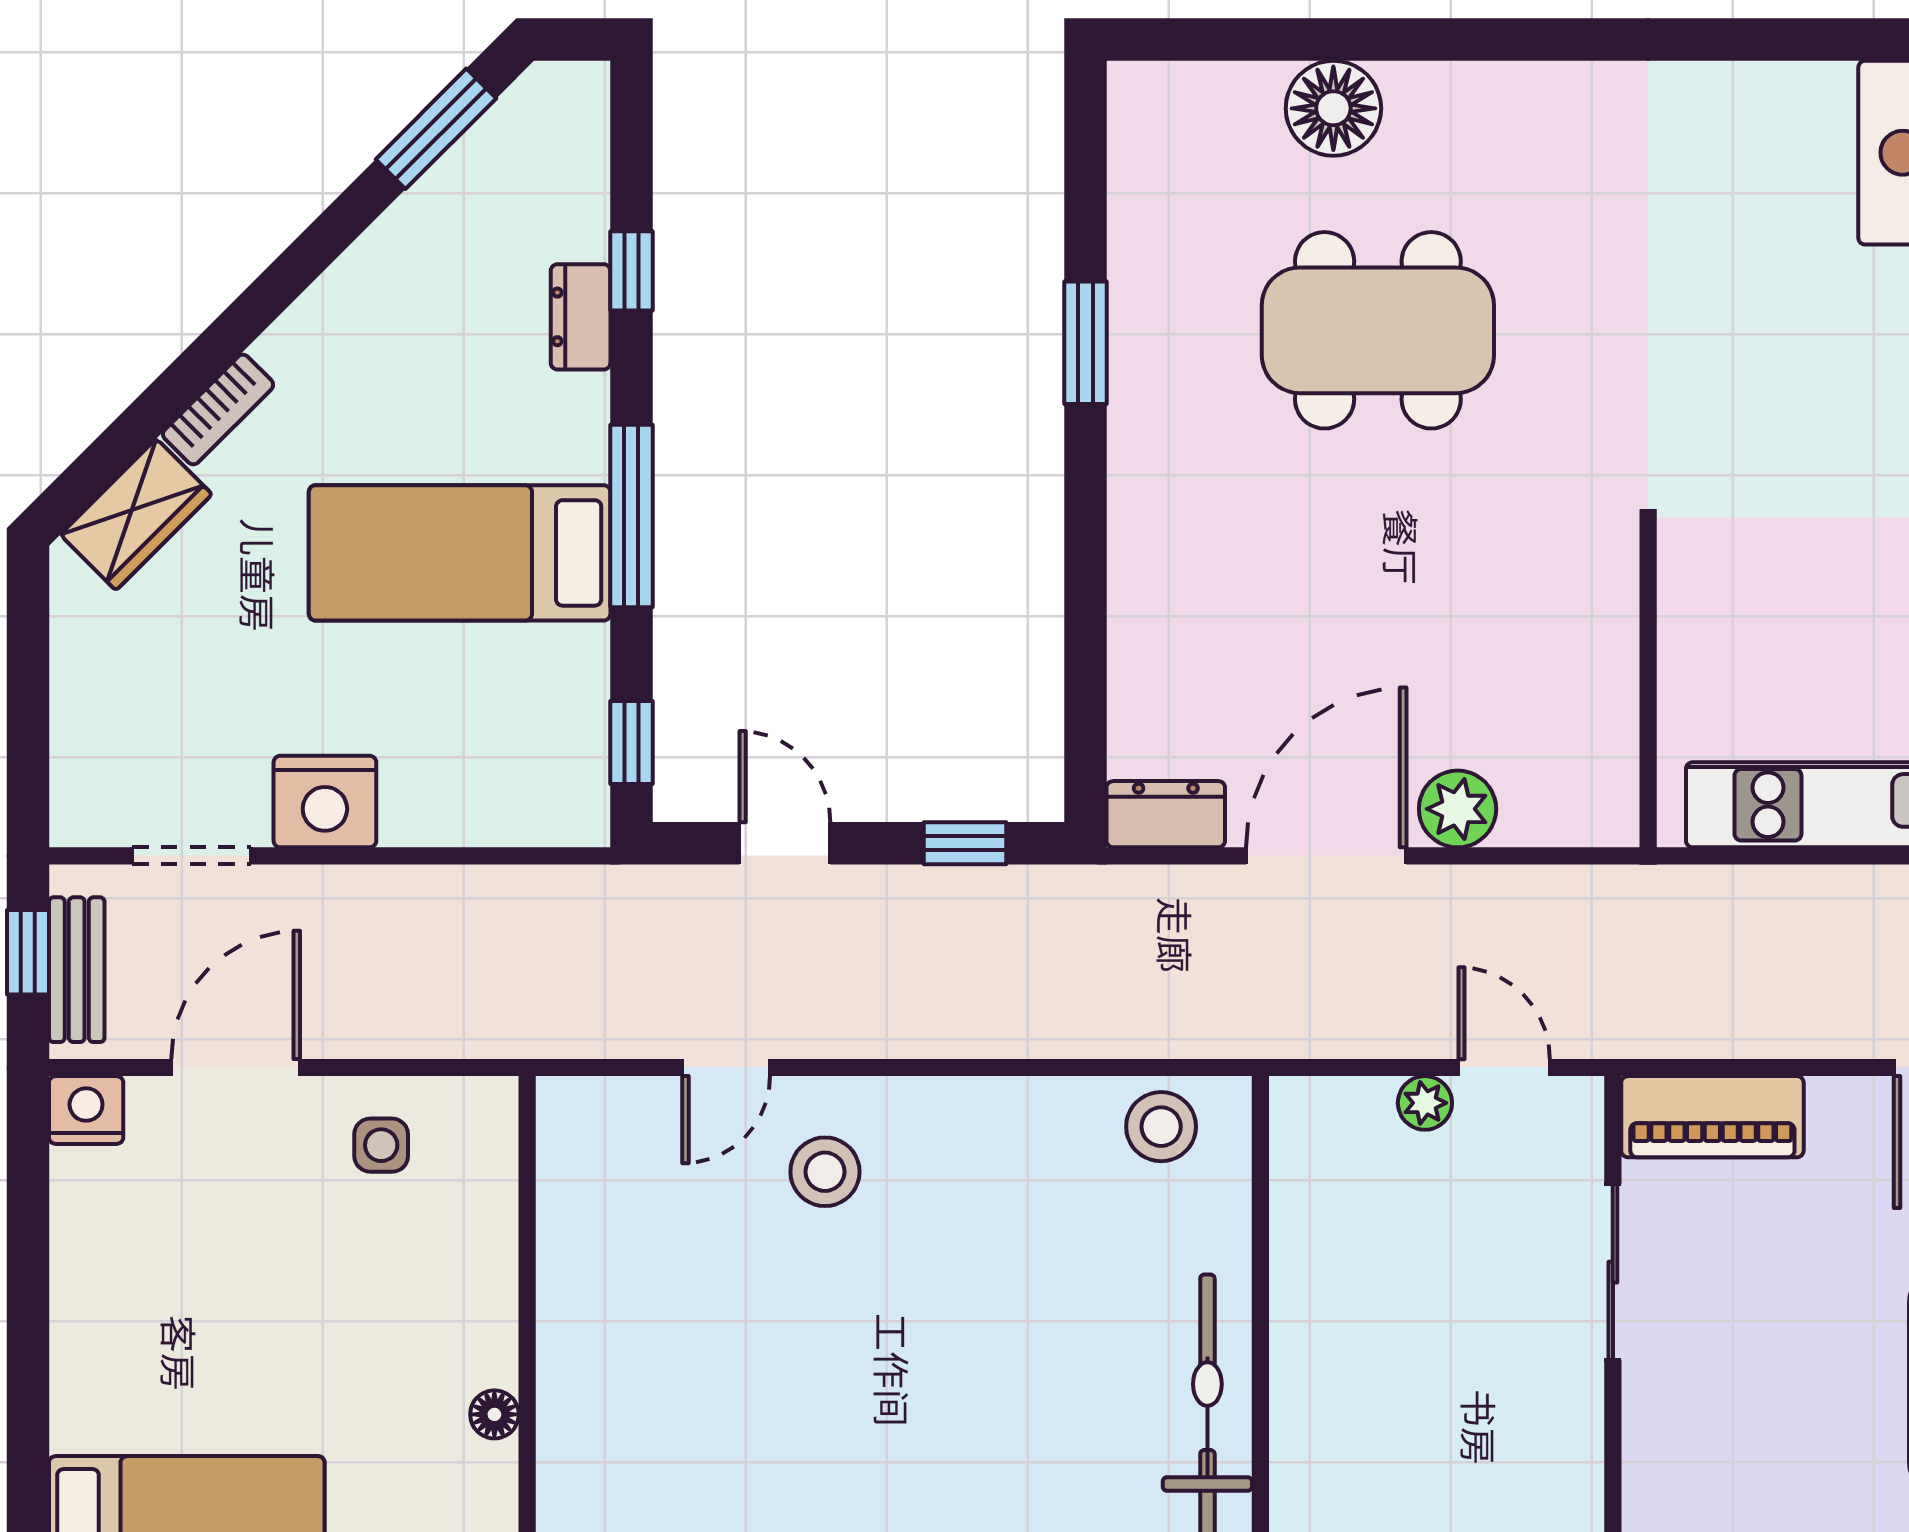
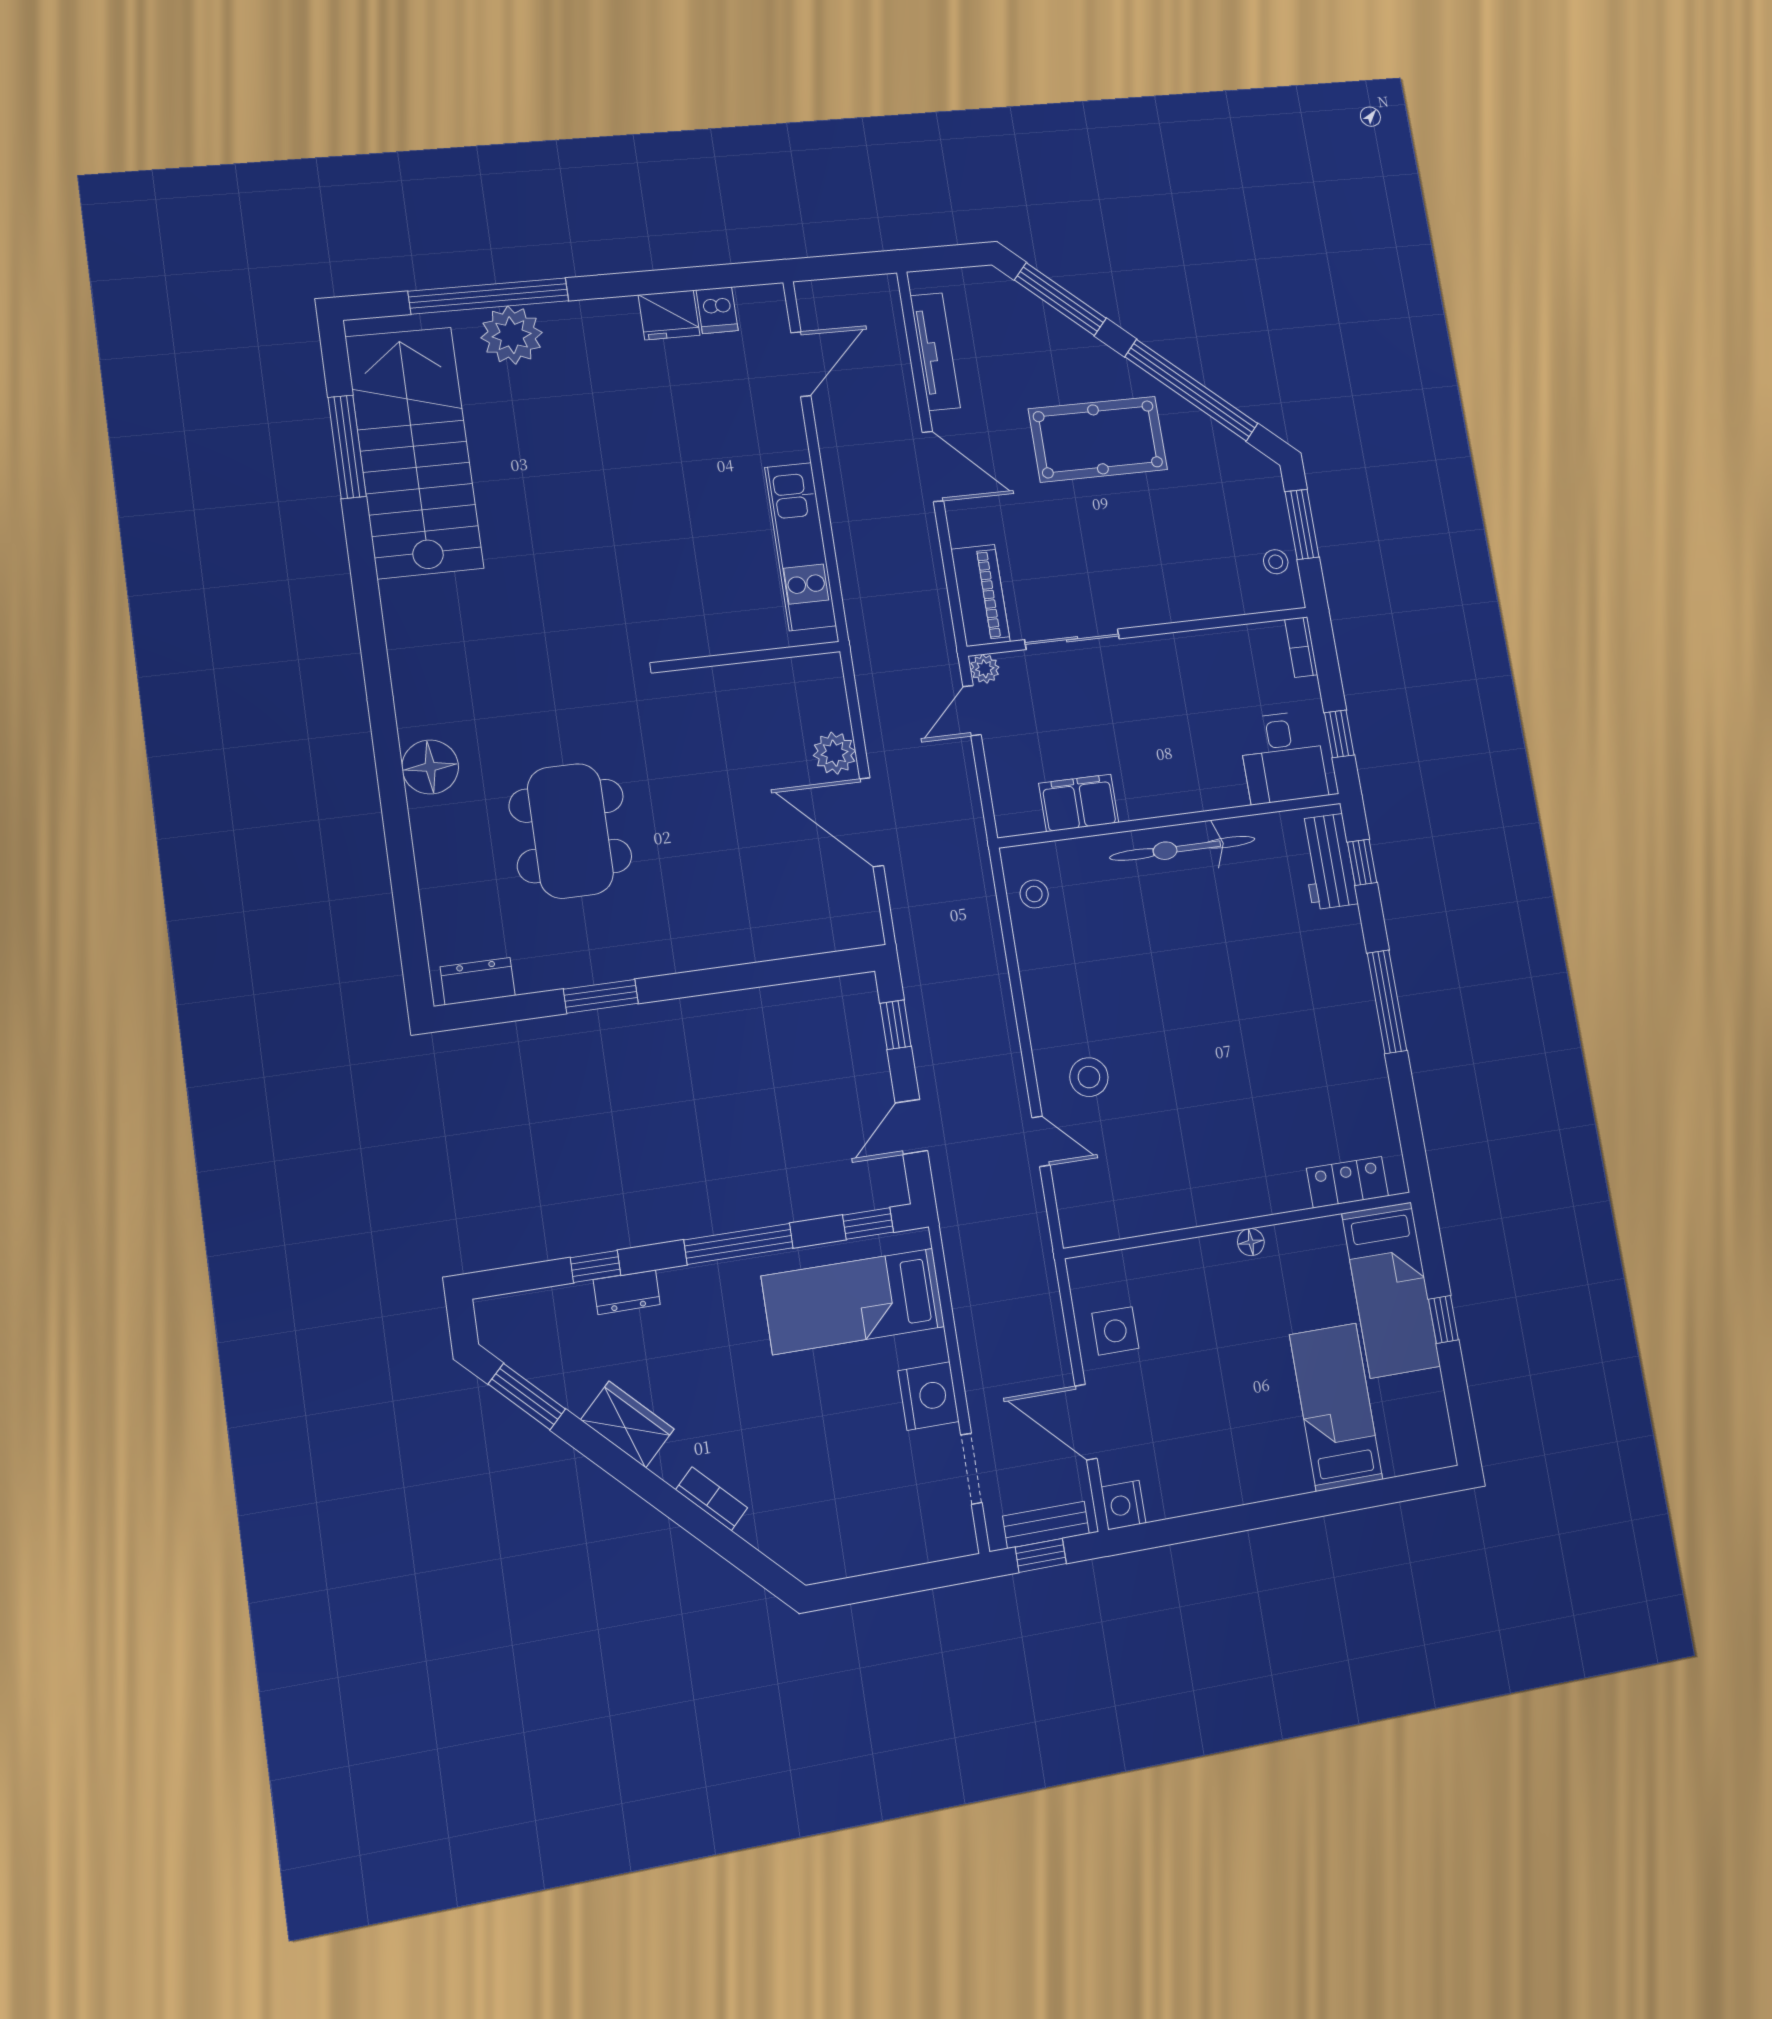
floor lamp: (1333, 108) -> (430, 767), moved
wardrobe: (136, 514) -> (627, 1424), moved
bed: (460, 553) -> (853, 1301), moved, turned 90
dresser: (1166, 814) -> (478, 981), moved, turned 90
plant: (1425, 1103) -> (985, 669), moved
stool: (1161, 1127) -> (1034, 894), width x0.73, depth x0.73
side table: (381, 1145) -> (1115, 1331), width x1.37, depth x1.37
filing cabinet: (1314, 1235) -> (1079, 803), added

